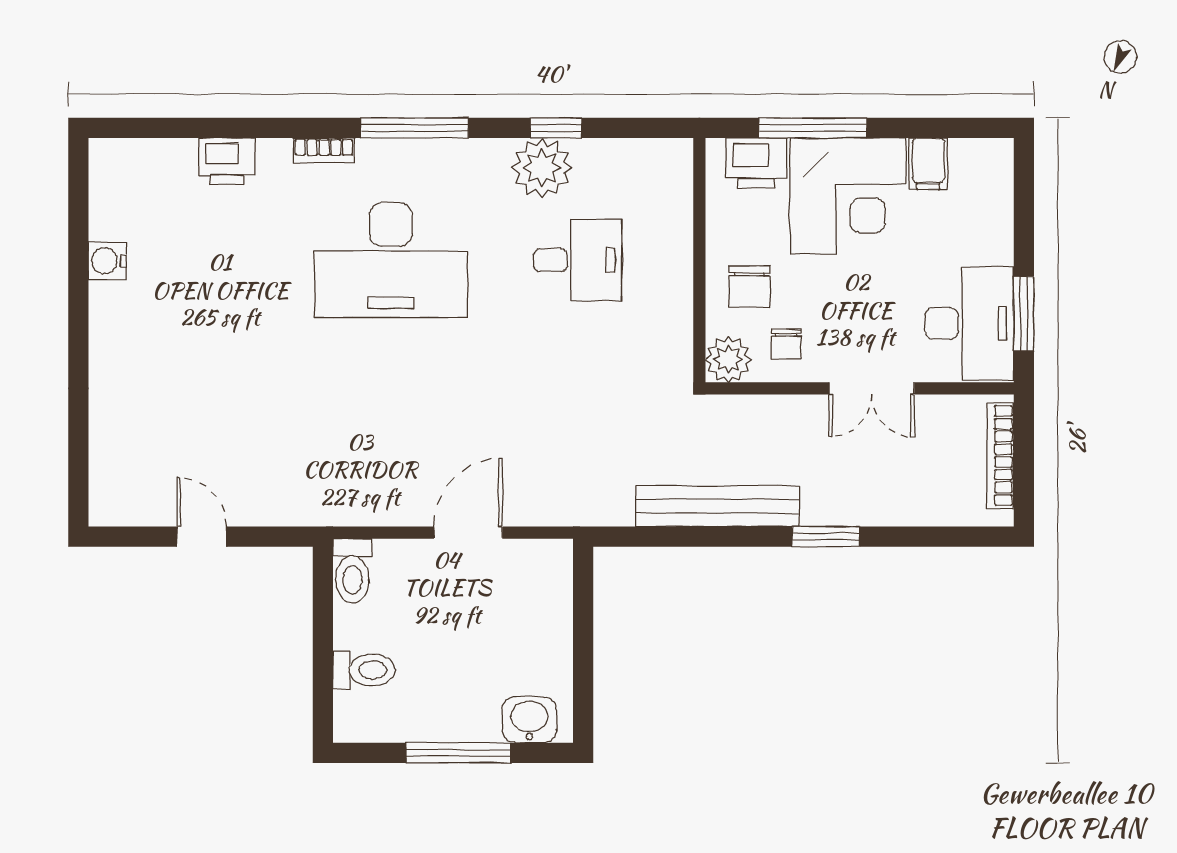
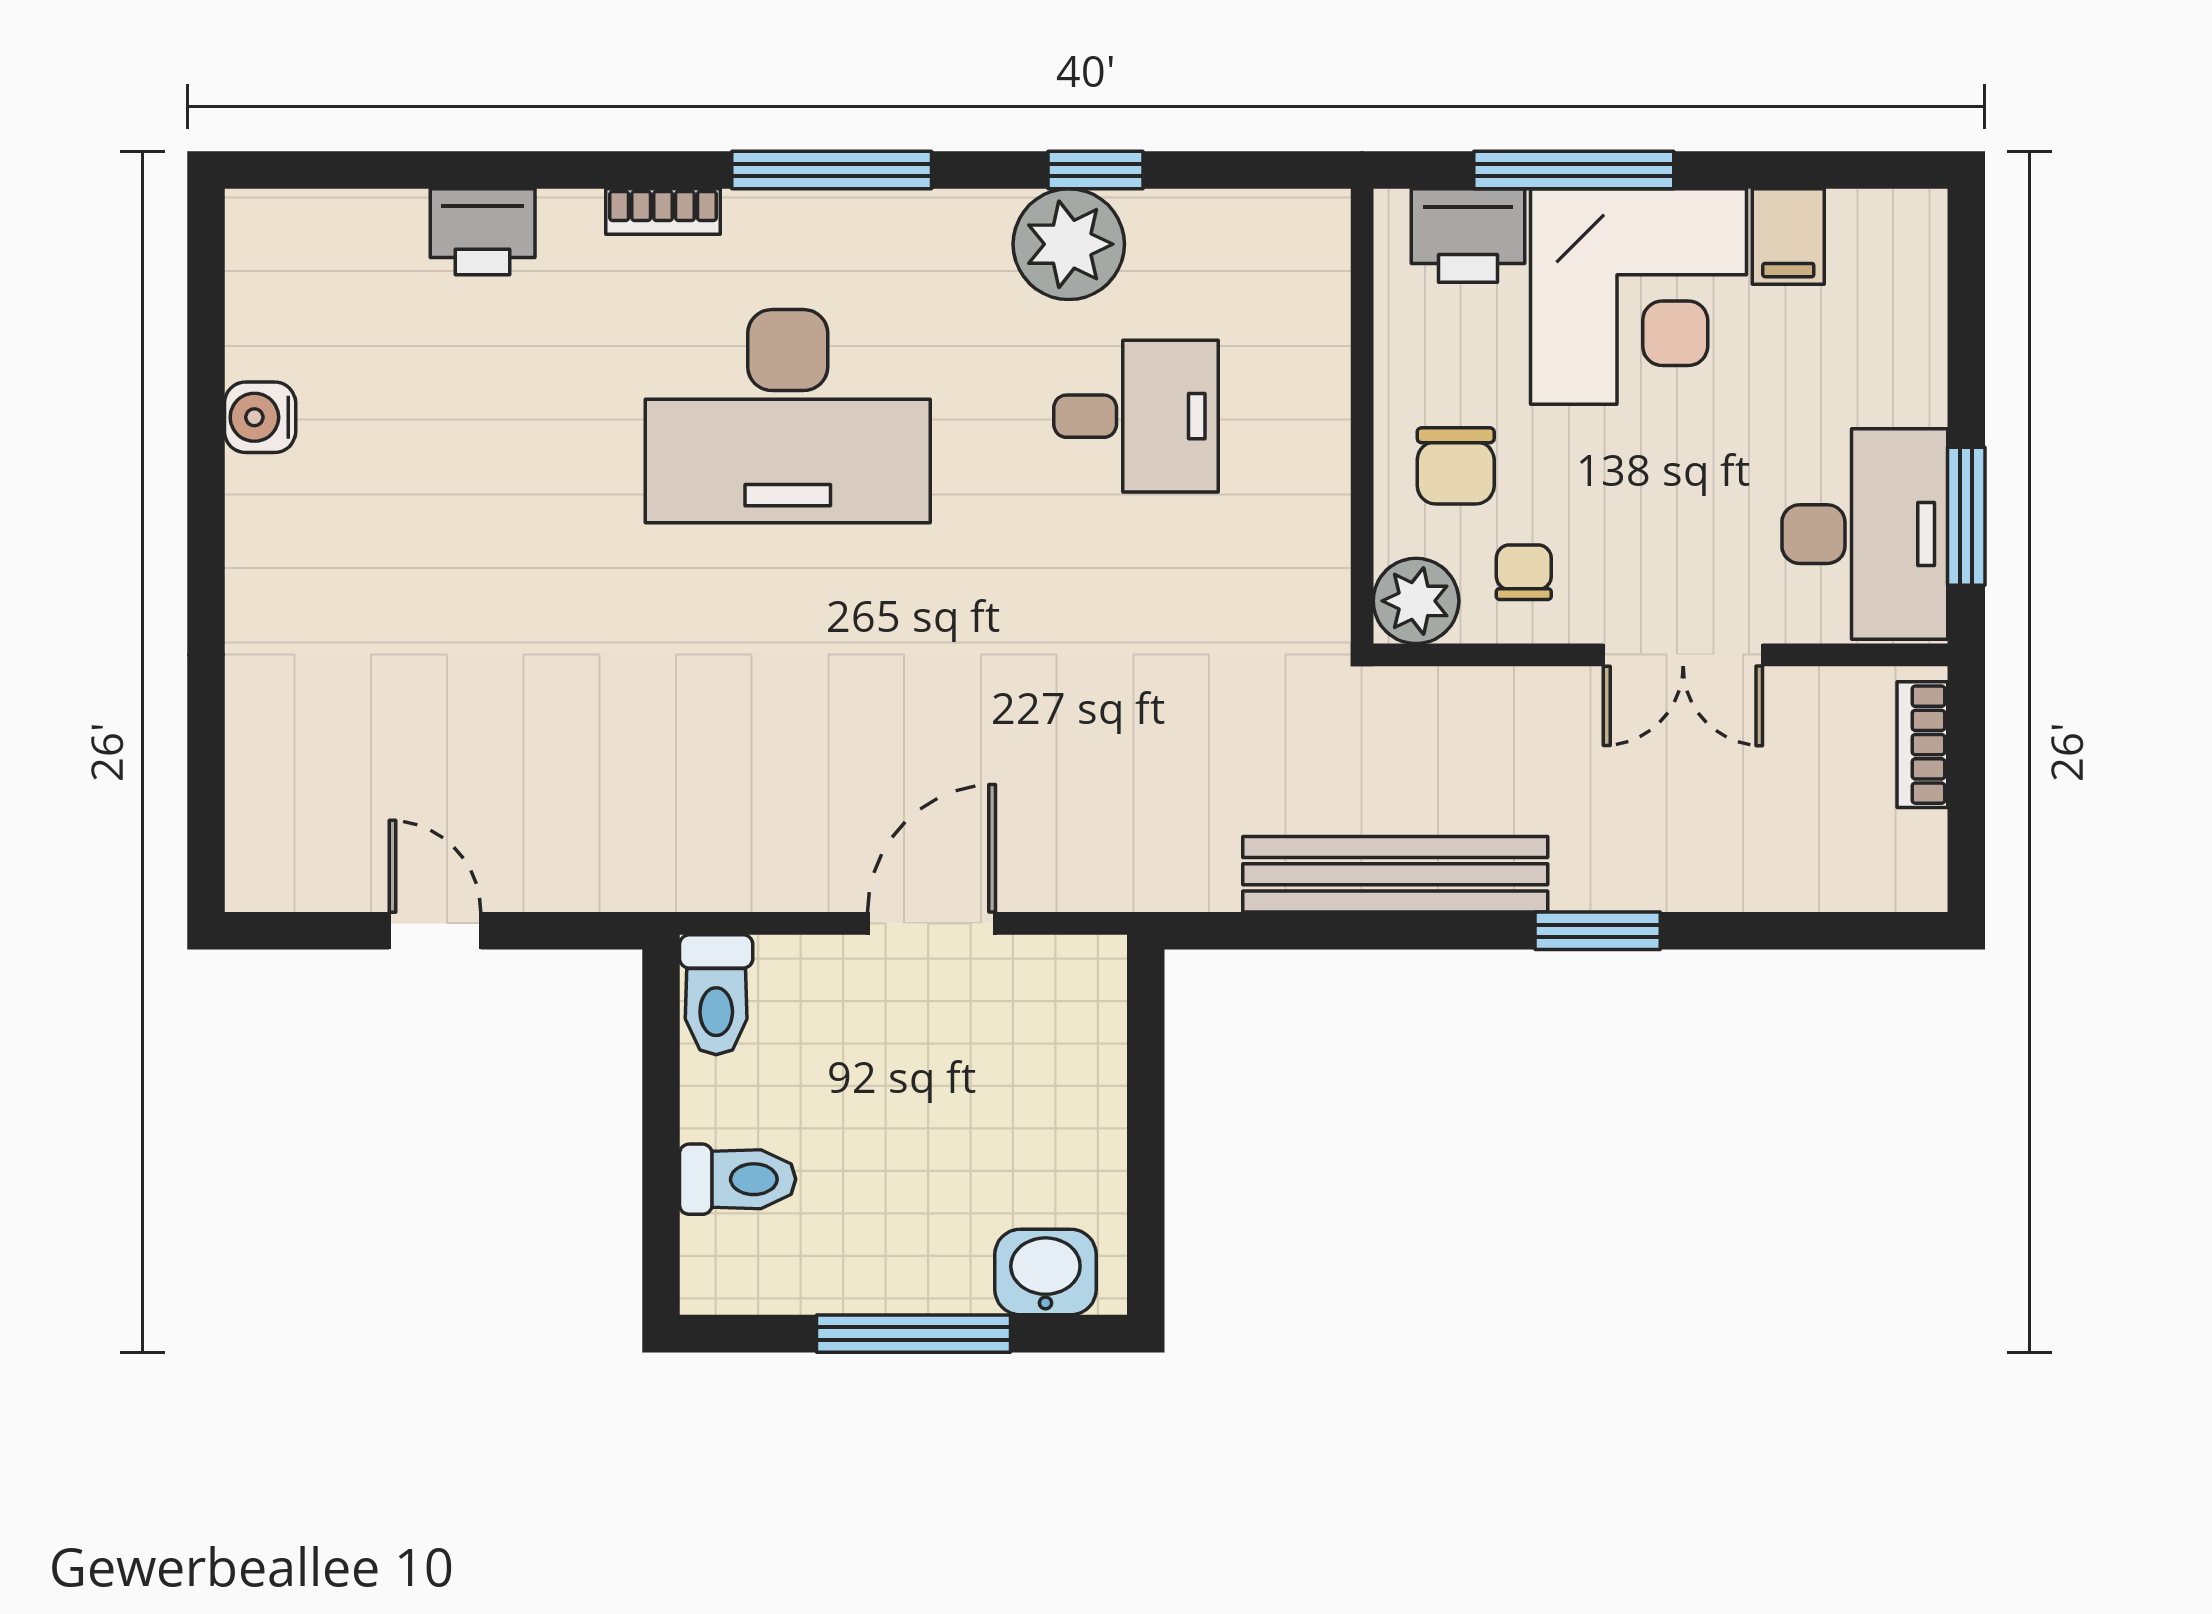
chair: (786, 344) -> (1524, 572), turned 180
bookcase: (1000, 456) -> (1922, 745), width x0.64

